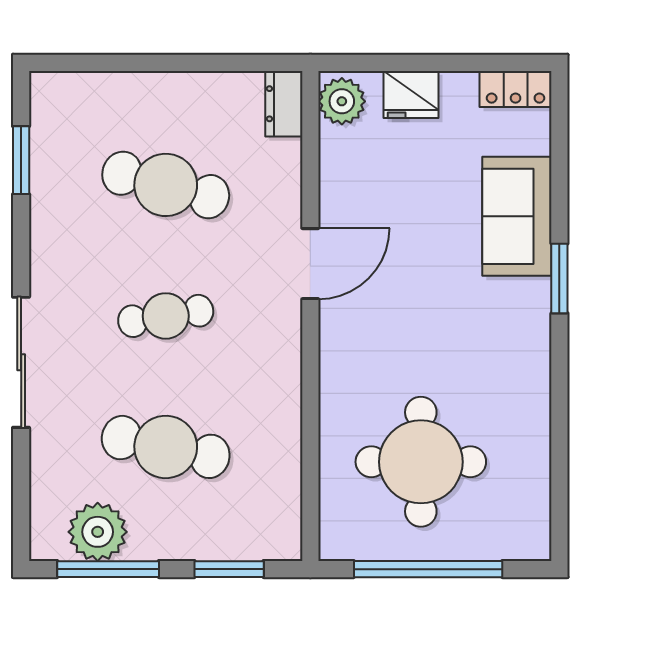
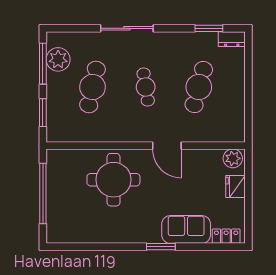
locker: (516, 89) -> (226, 236), moved, turned 90
dresser: (284, 104) -> (232, 39), moved, turned 180
round table: (421, 462) -> (113, 180), moved

